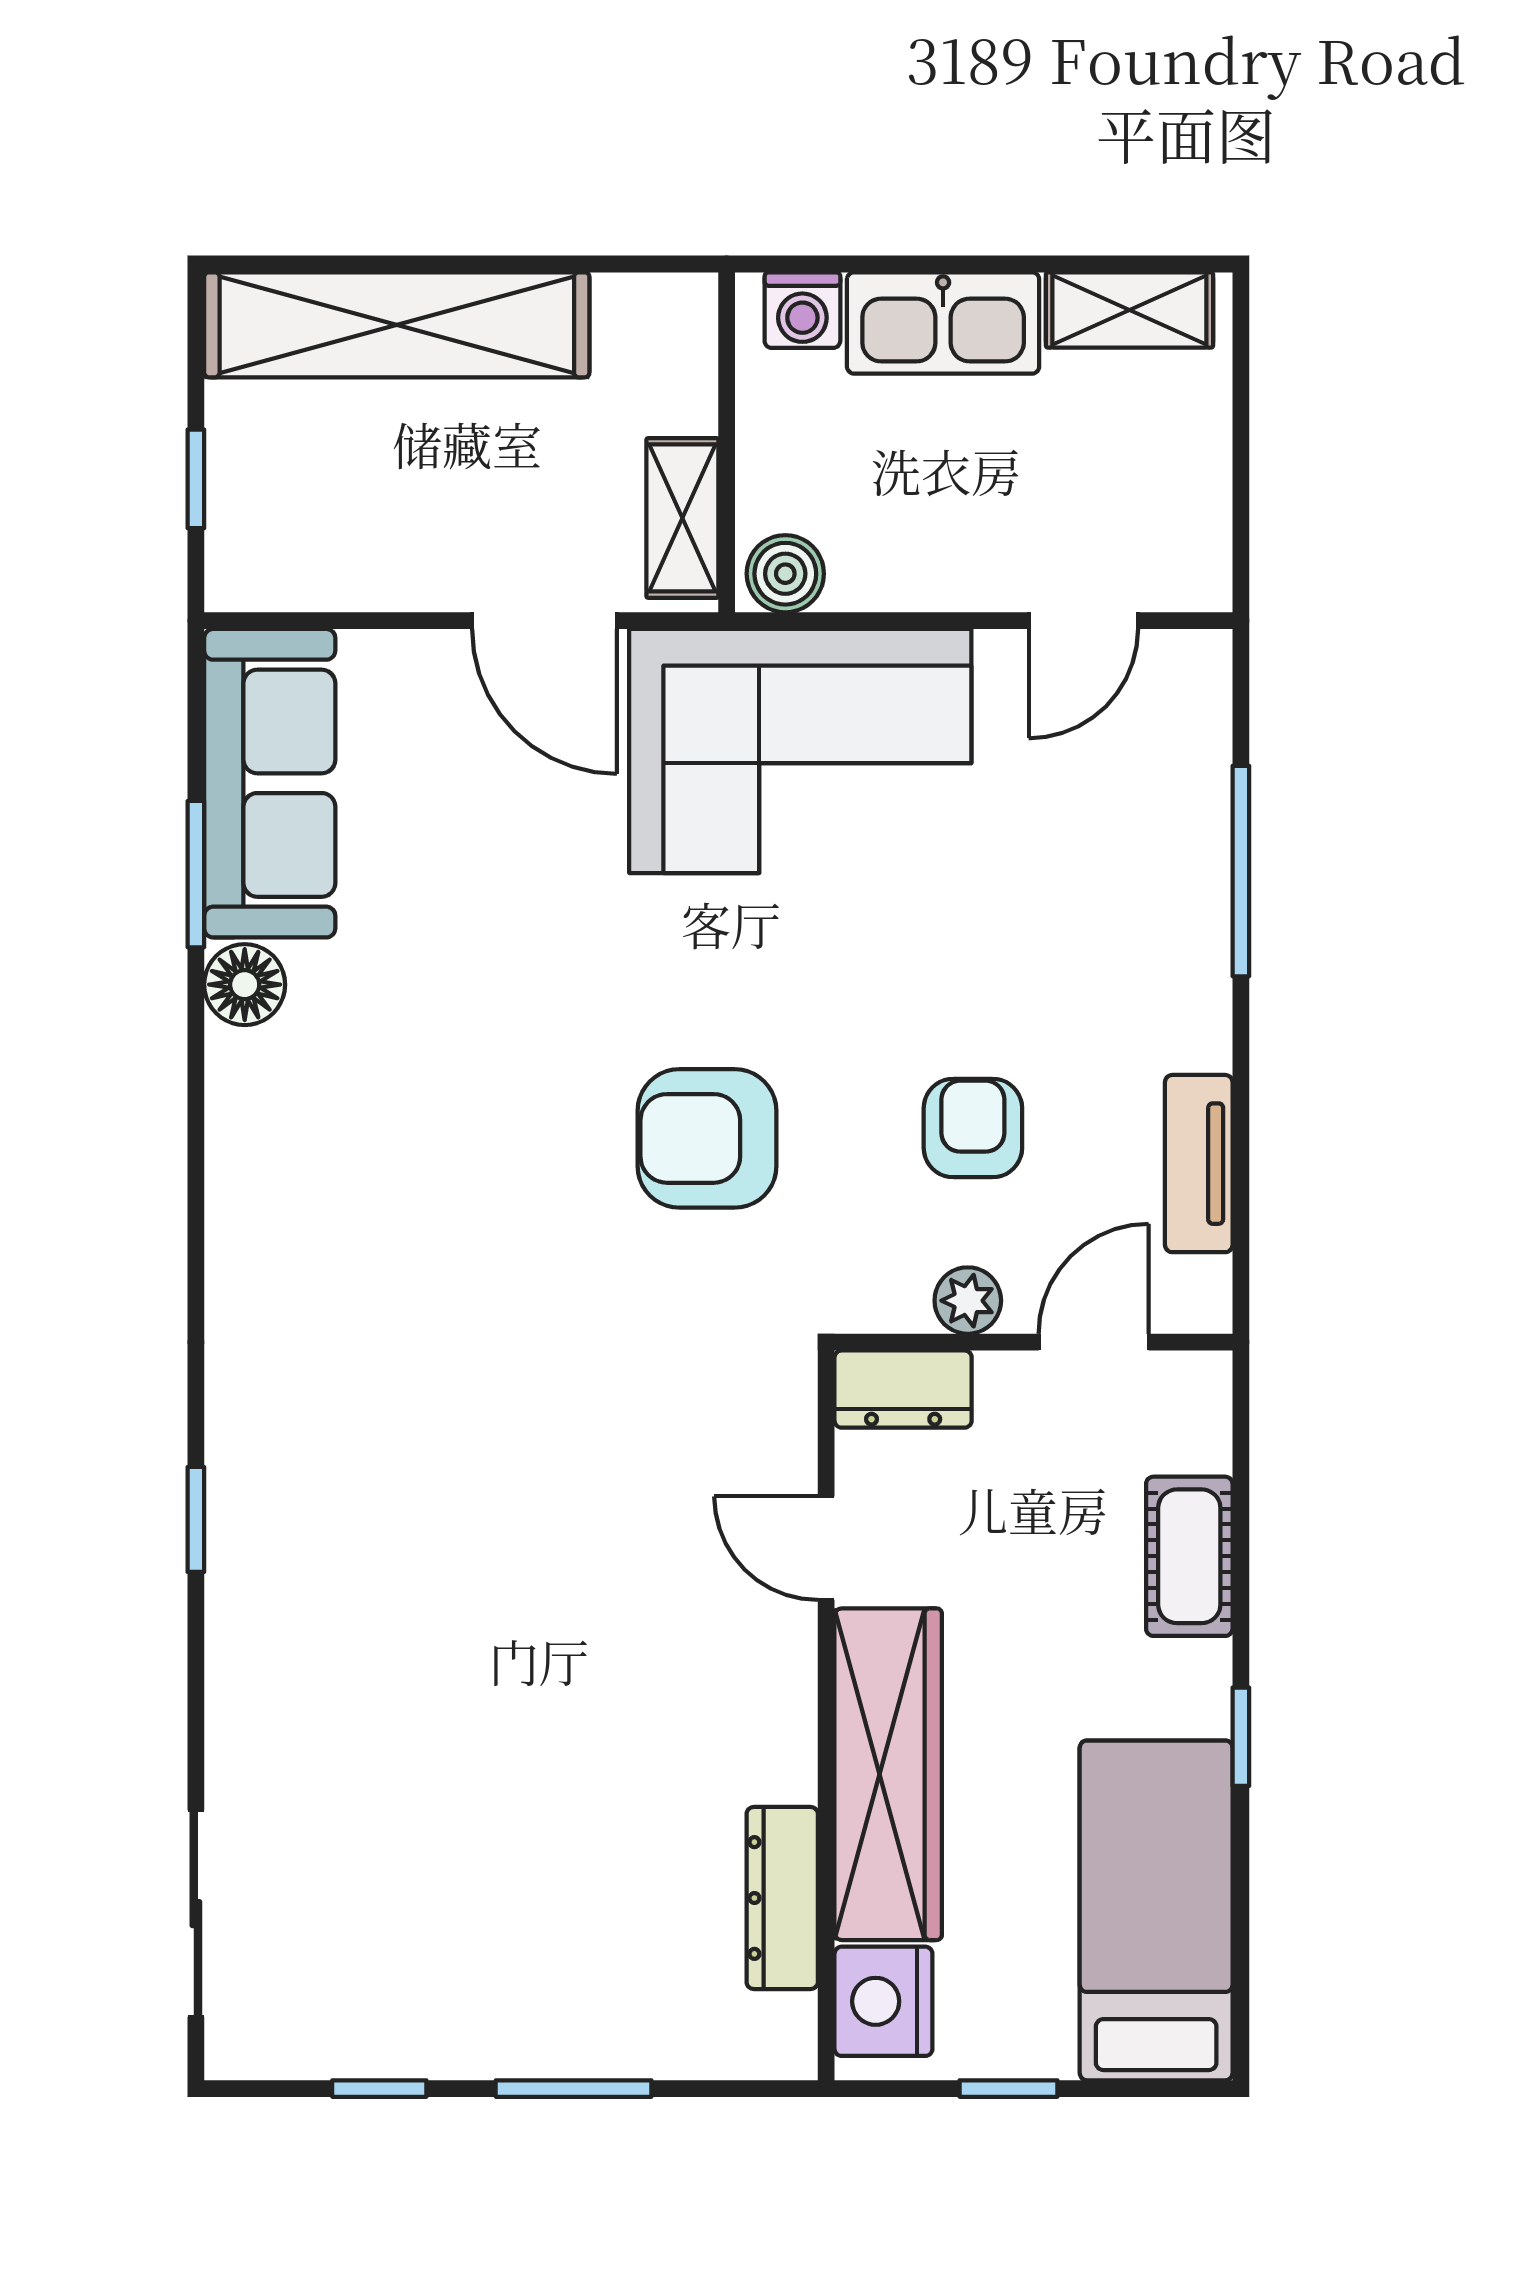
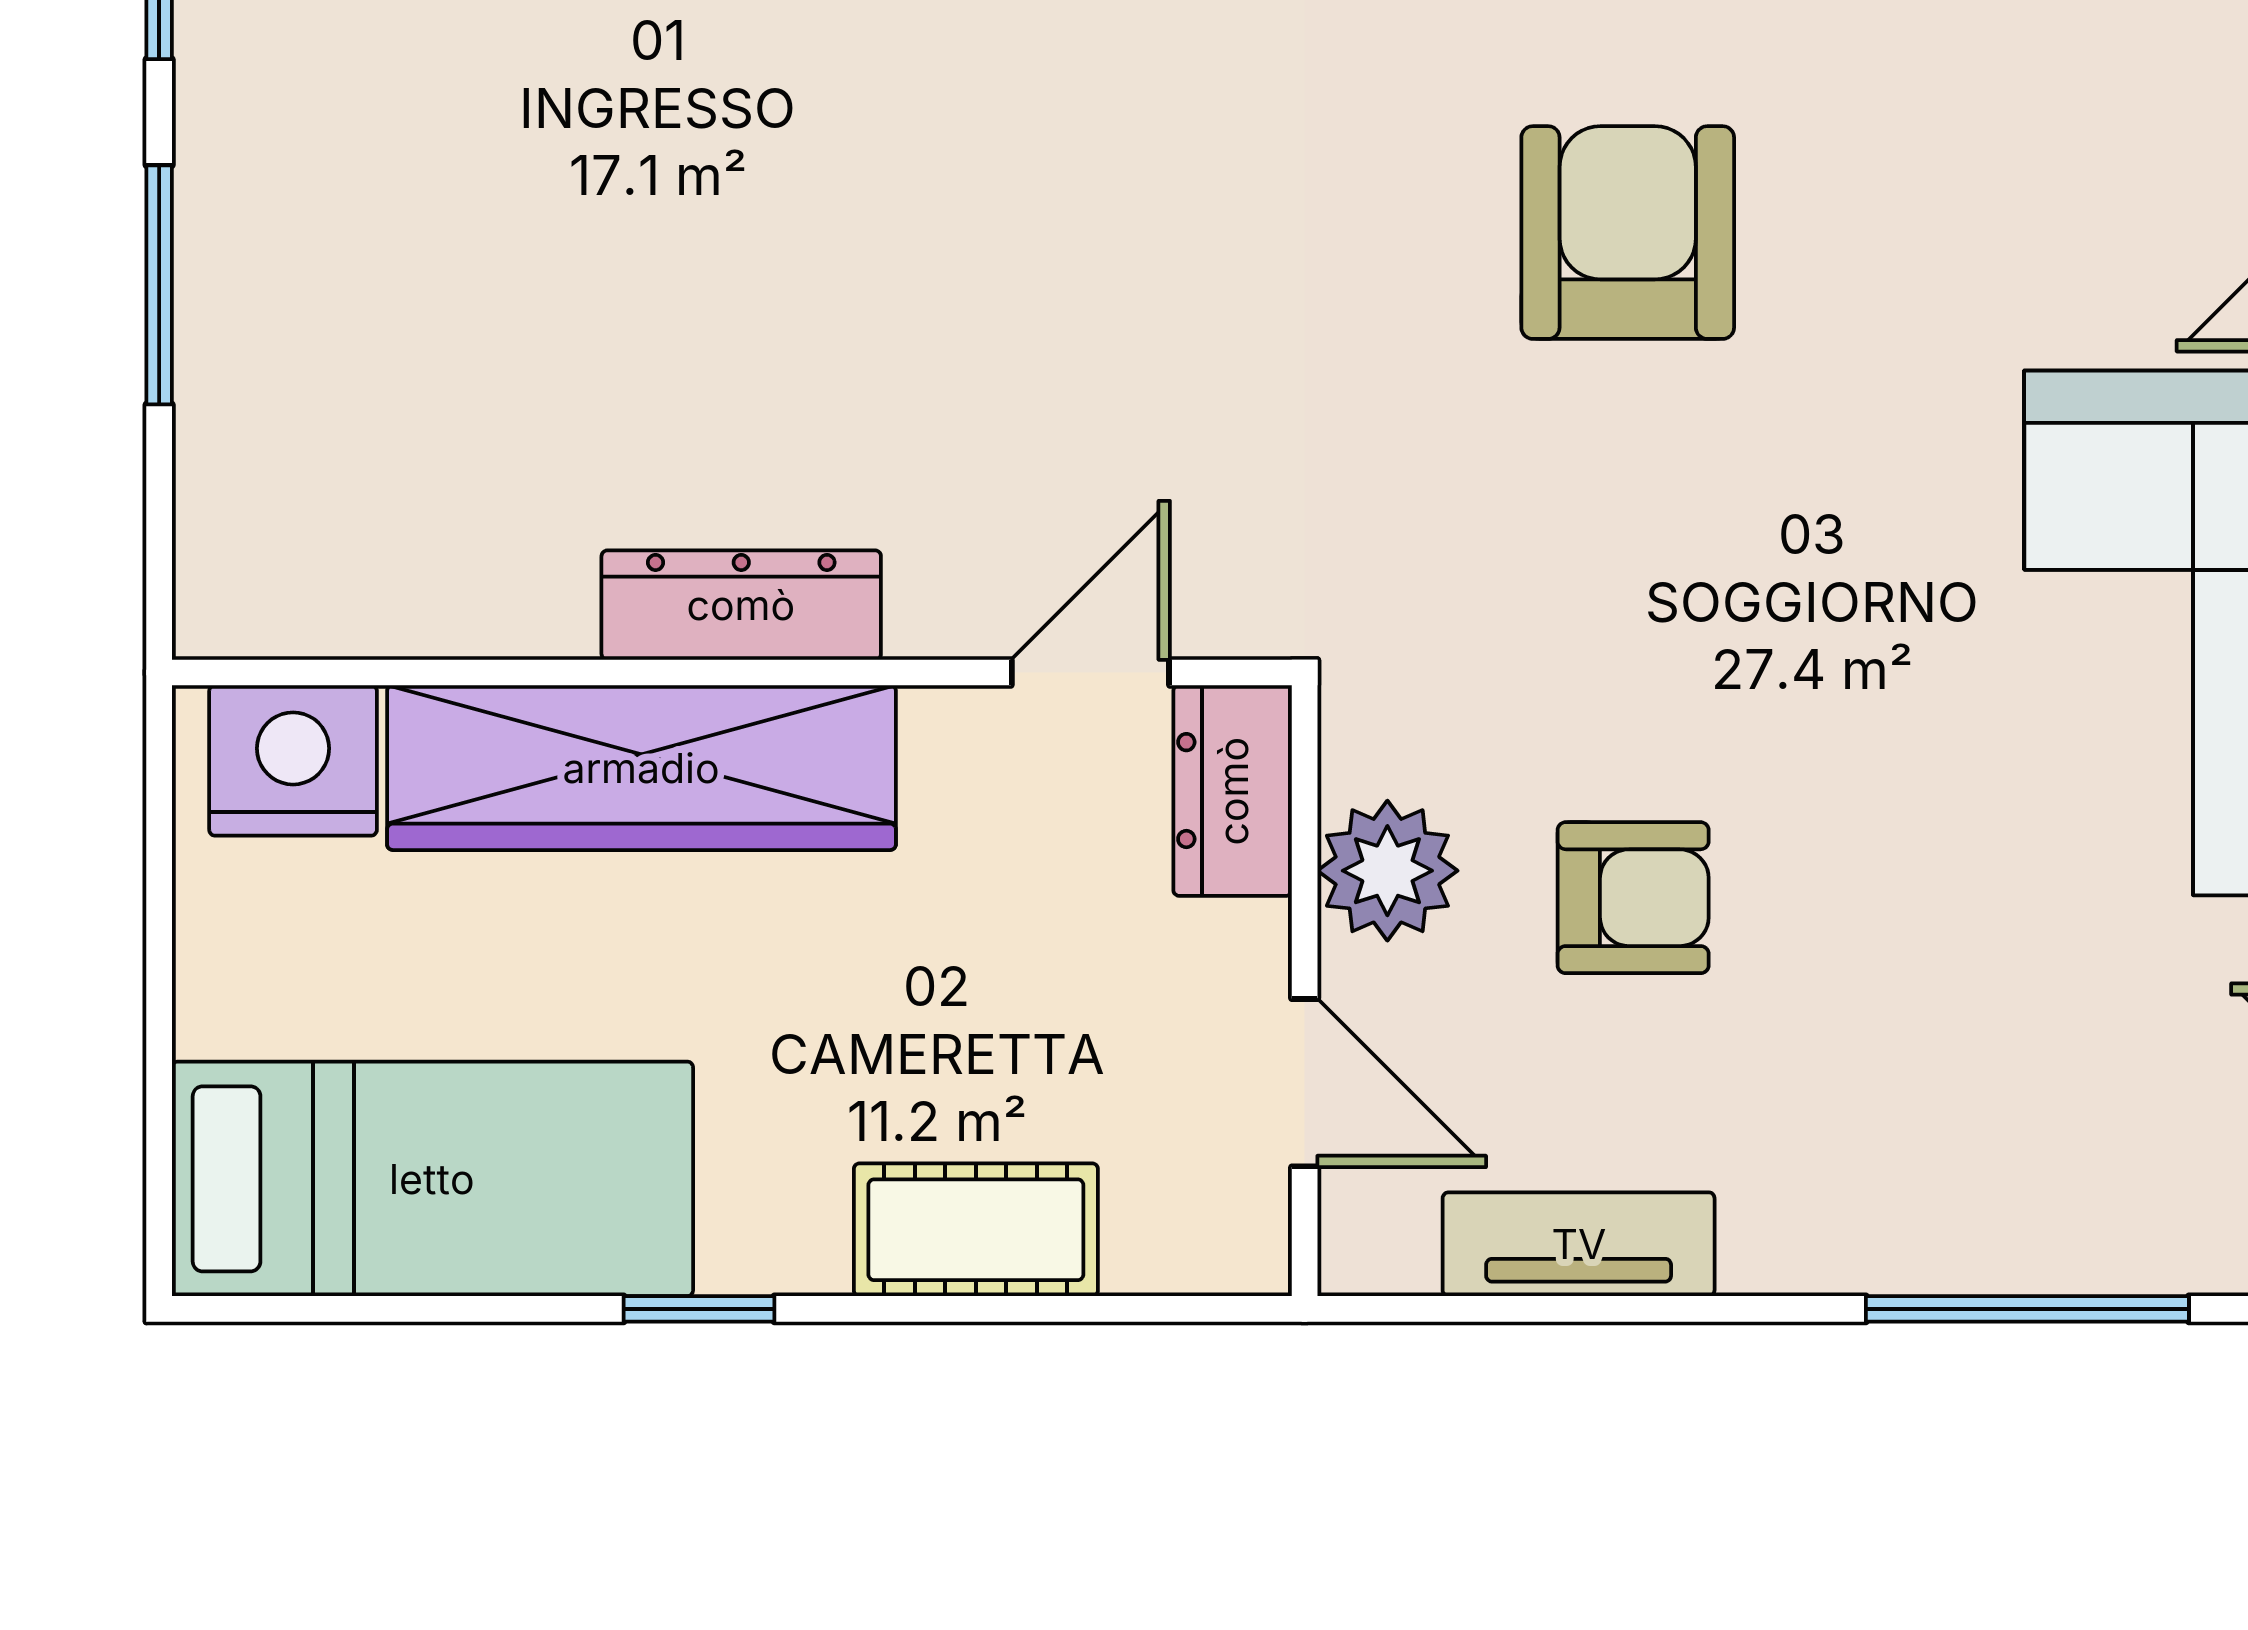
armchair: (707, 1138) -> (1628, 233), moved
plant: (968, 1301) -> (1387, 871), width x1.38, depth x1.38
door: (826, 1548) -> (1090, 673), moved
dresser: (782, 1898) -> (741, 605), moved
window: (1008, 2089) -> (159, 952), removed

